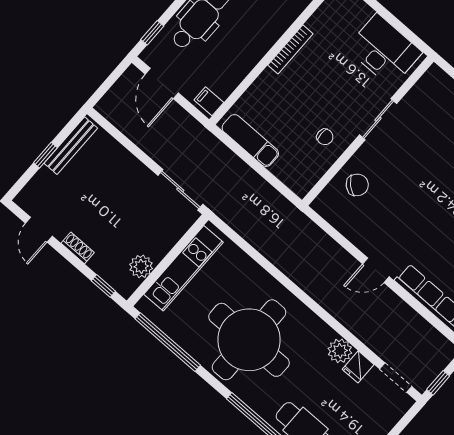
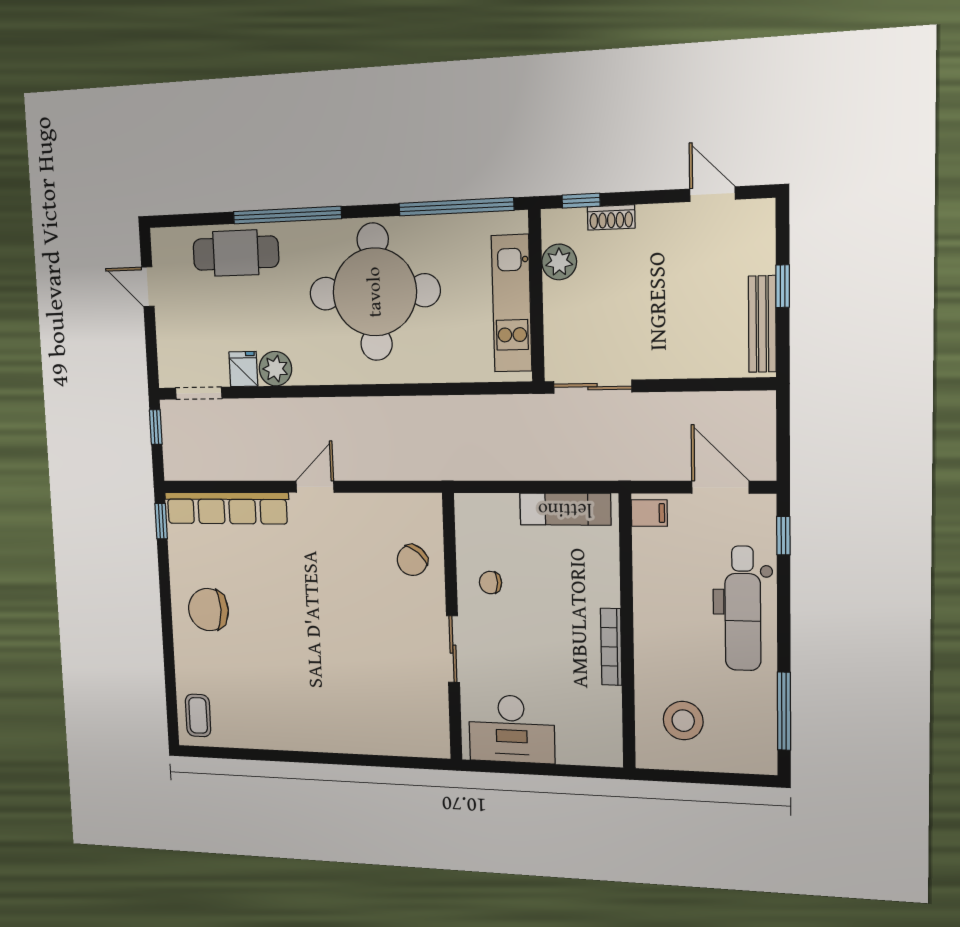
shoe rack: (78, 248) -> (611, 217), moved

